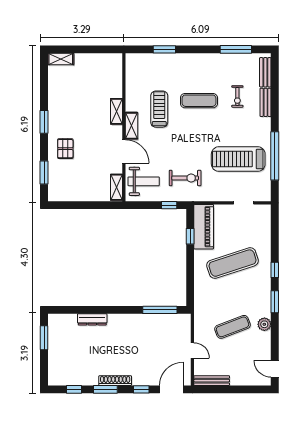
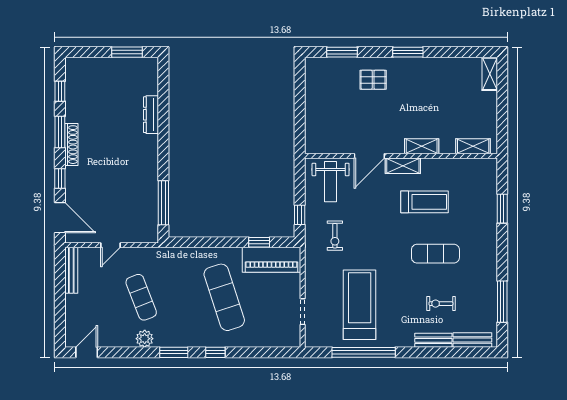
exercise mat: (199, 101) -> (435, 254), turned 90
exercise bike: (185, 178) -> (335, 236), width x0.73, depth x0.72
shelving: (116, 187) -> (473, 146), moved

